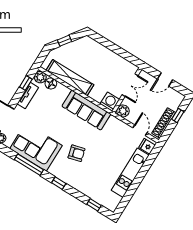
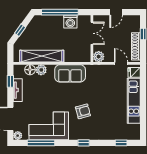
window: (112, 47) -> (60, 12), added
plant: (40, 77) -> (41, 70), moved
washing machine: (110, 102) -> (70, 22), moved, turned 180
sofa: (86, 110) -> (70, 73), width x0.73
window: (29, 165) -> (41, 143), moved

